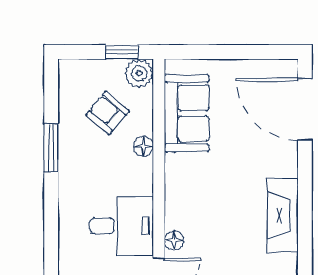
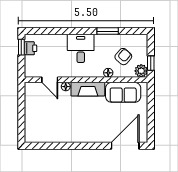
fireplace: (283, 215) -> (88, 89), moved, turned 180
desk: (122, 226) -> (81, 48), moved, turned 180

